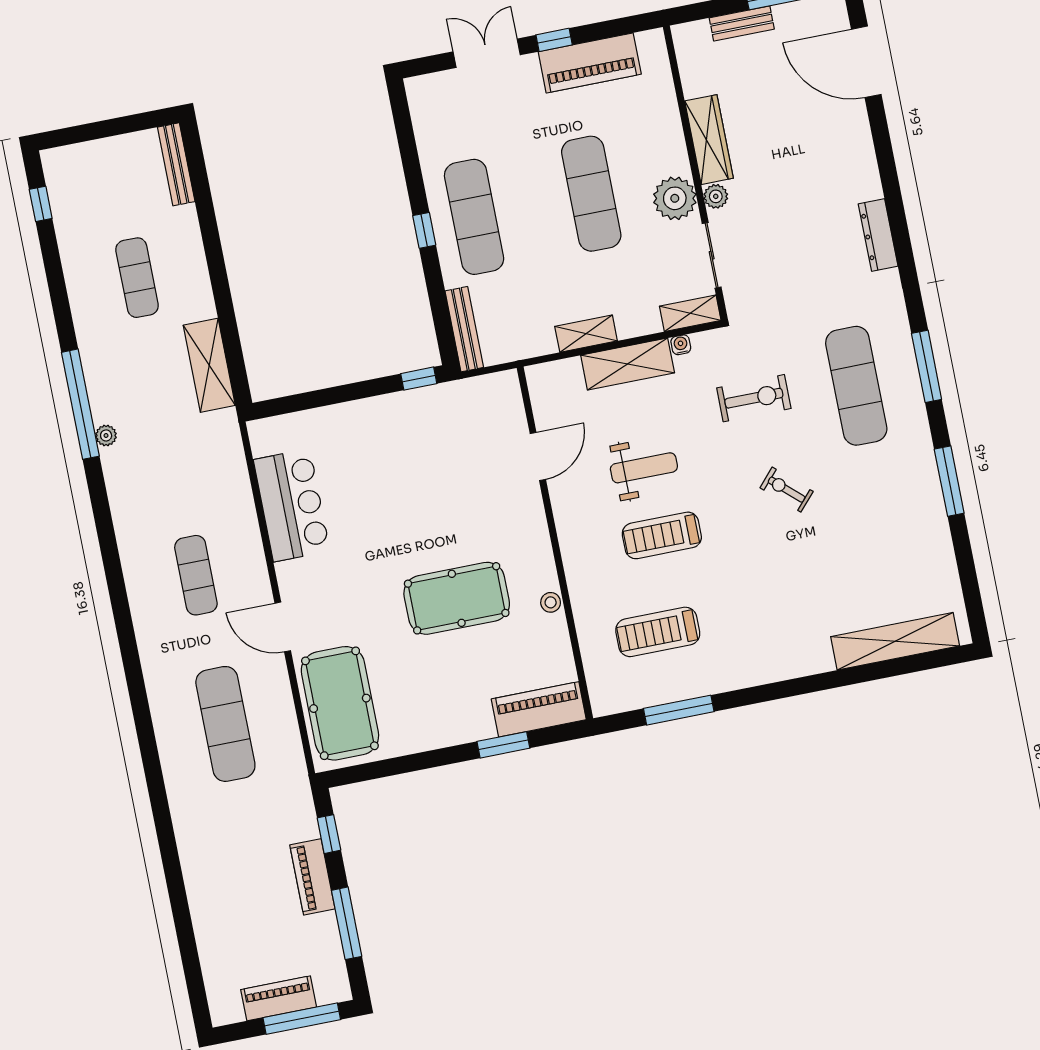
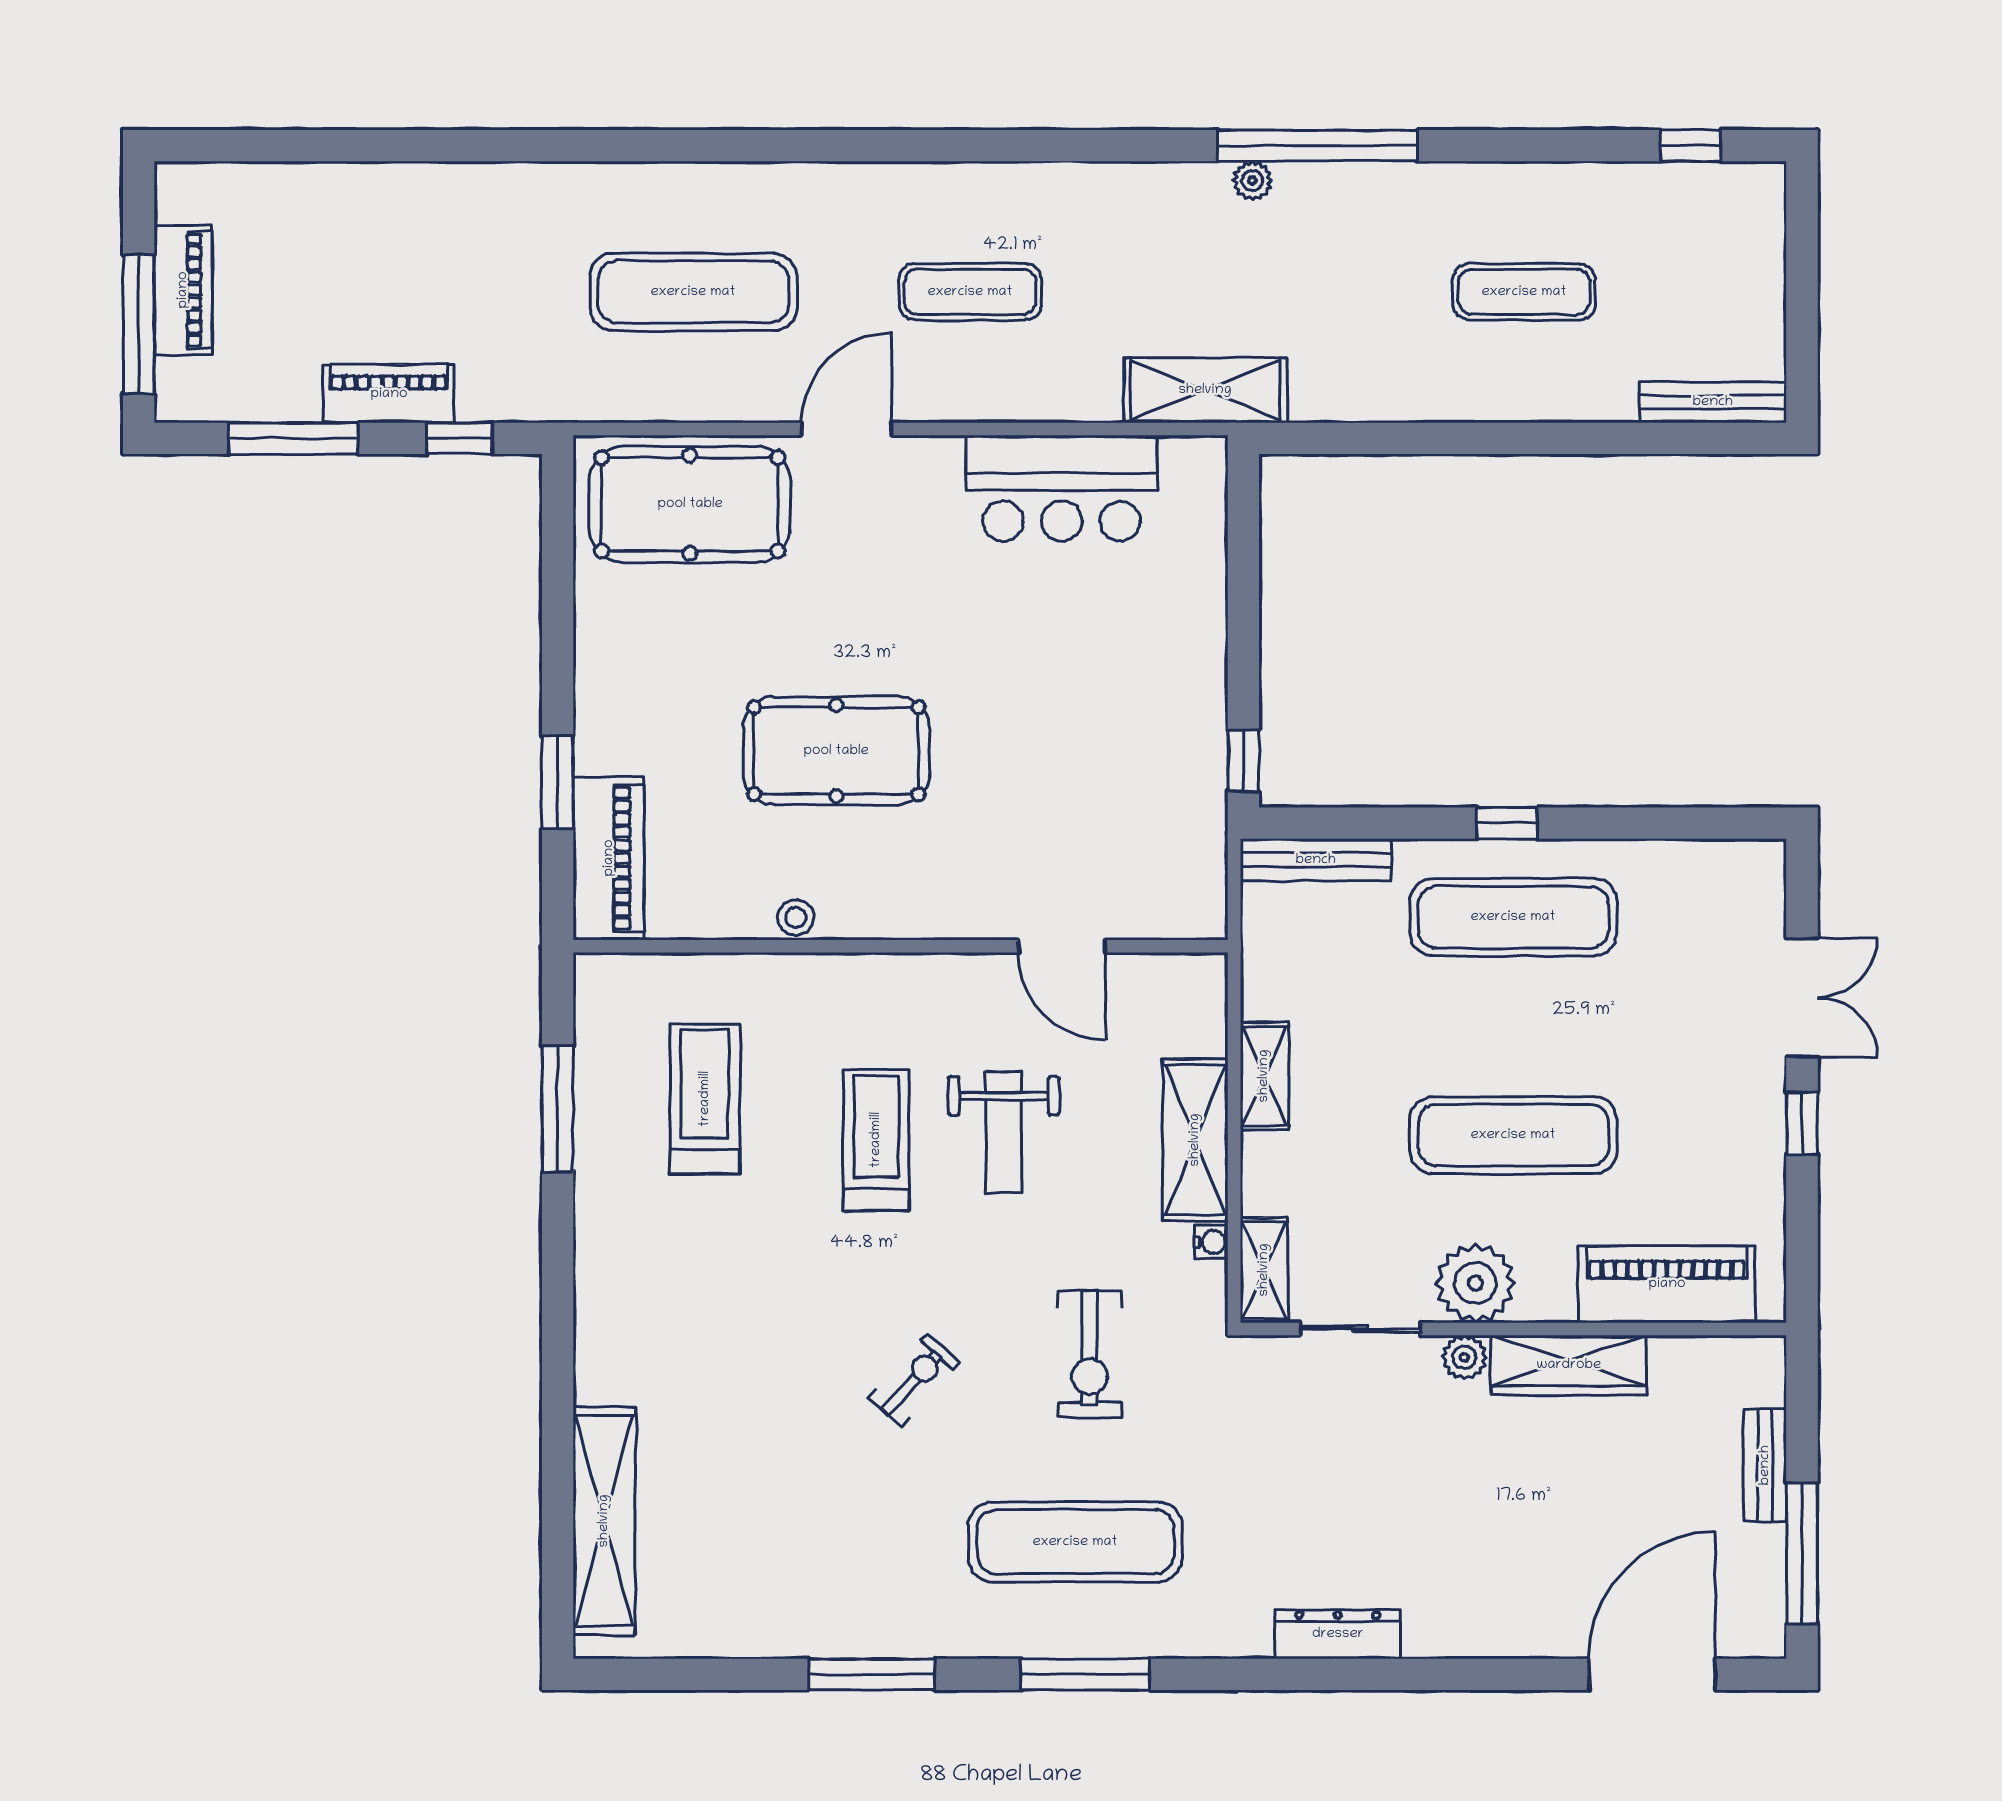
piano: (590, 63) -> (1667, 1284), moved, turned 90
shelving: (209, 365) -> (1205, 390), moved
pool table: (457, 598) -> (836, 751), turned 90

